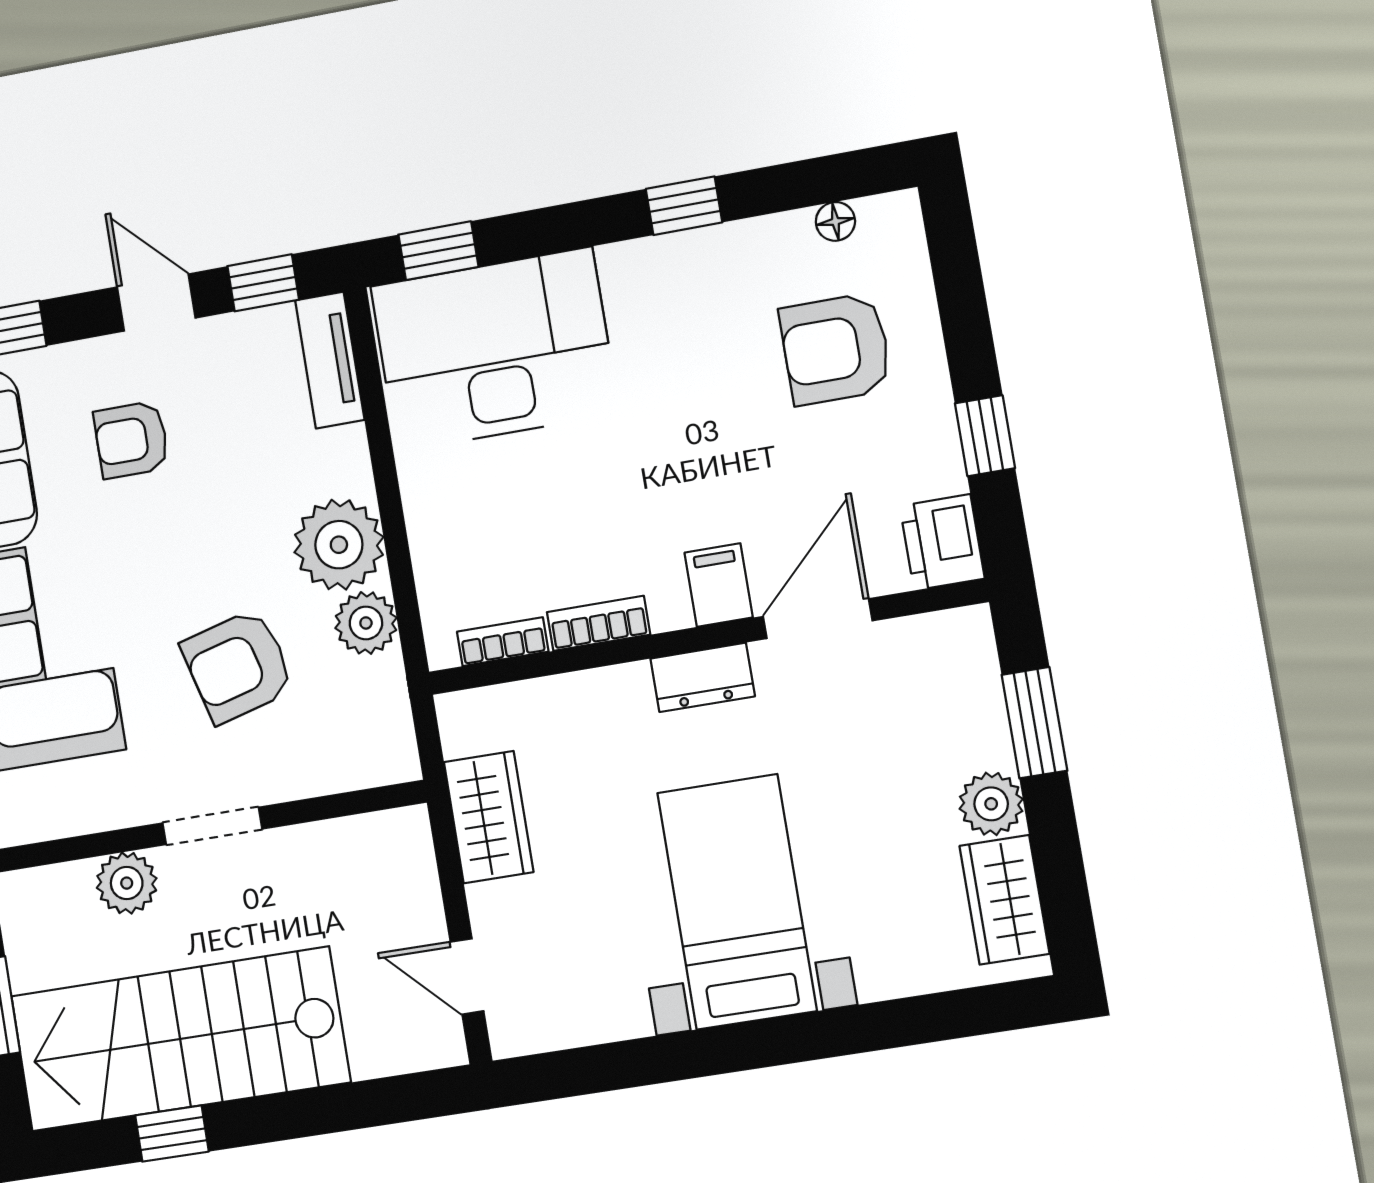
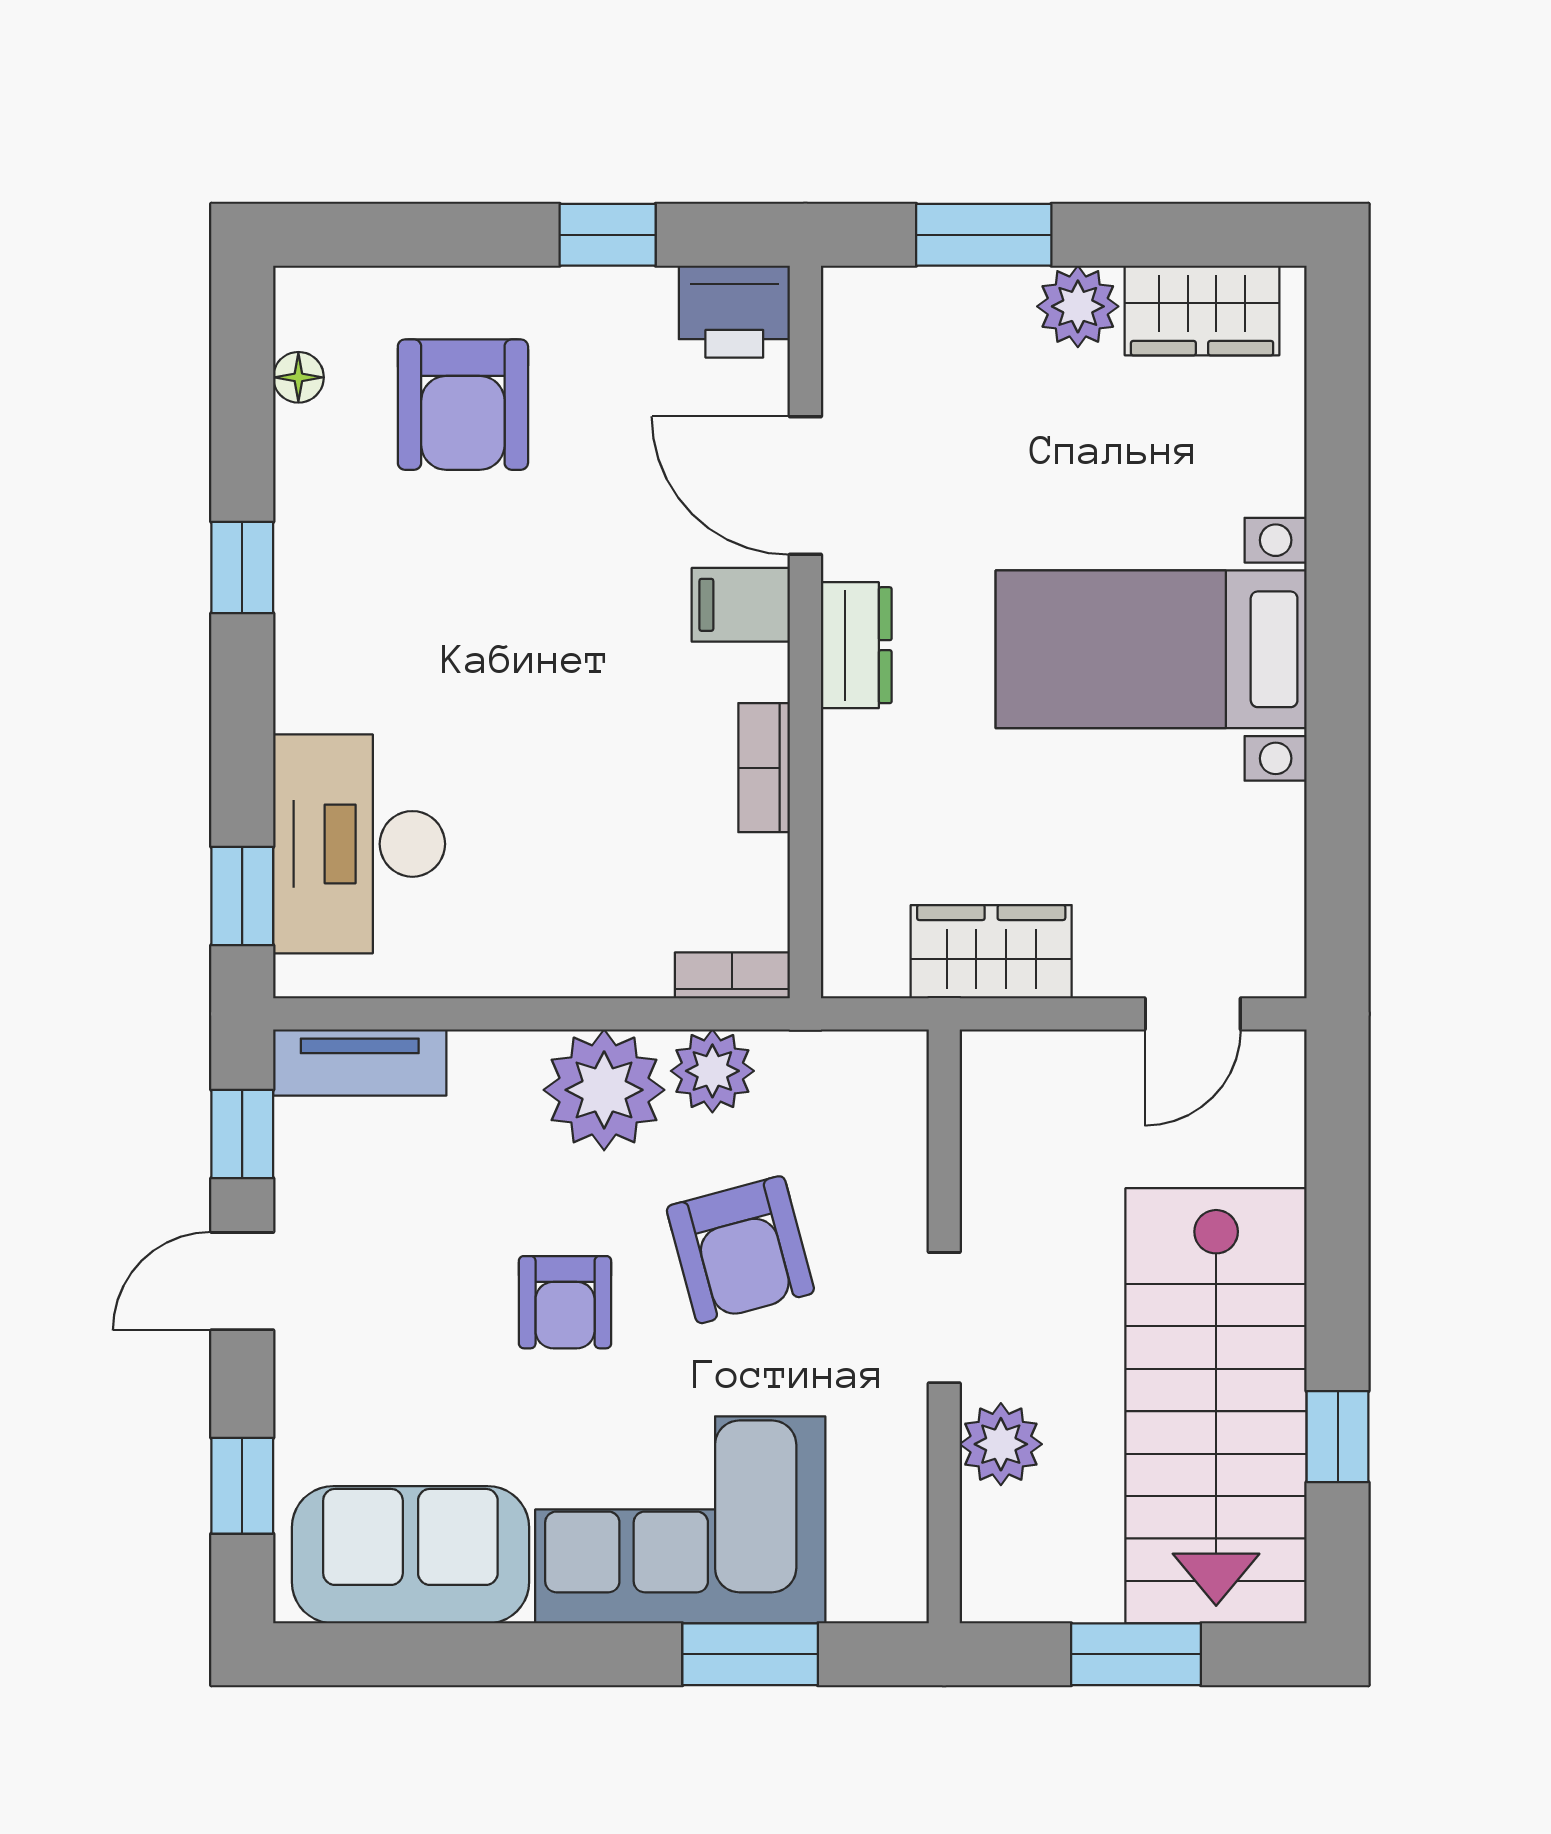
desk: (495, 350) -> (359, 844), width x0.73, depth x0.77
armchair: (131, 440) -> (565, 1302), moved
bookcase: (503, 642) -> (732, 975), moved, turned 90

